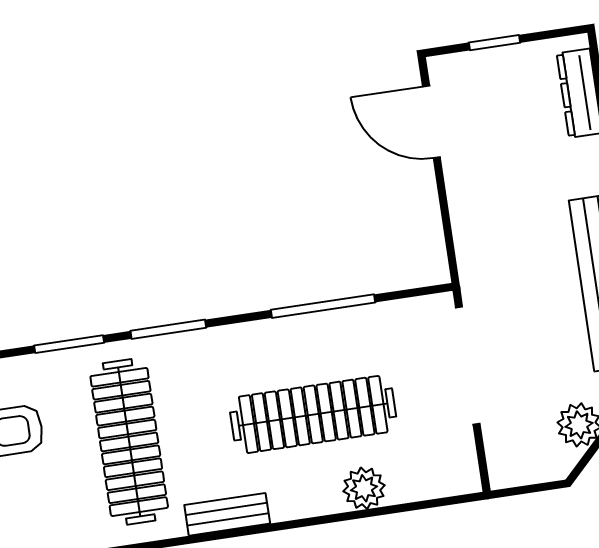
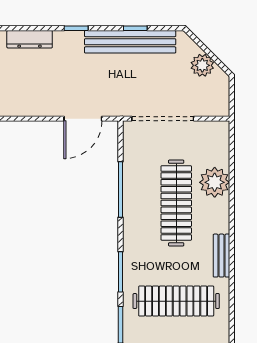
door: (431, 122) -> (83, 119), moved
plant: (364, 488) -> (215, 182), width x1.36, depth x1.36

